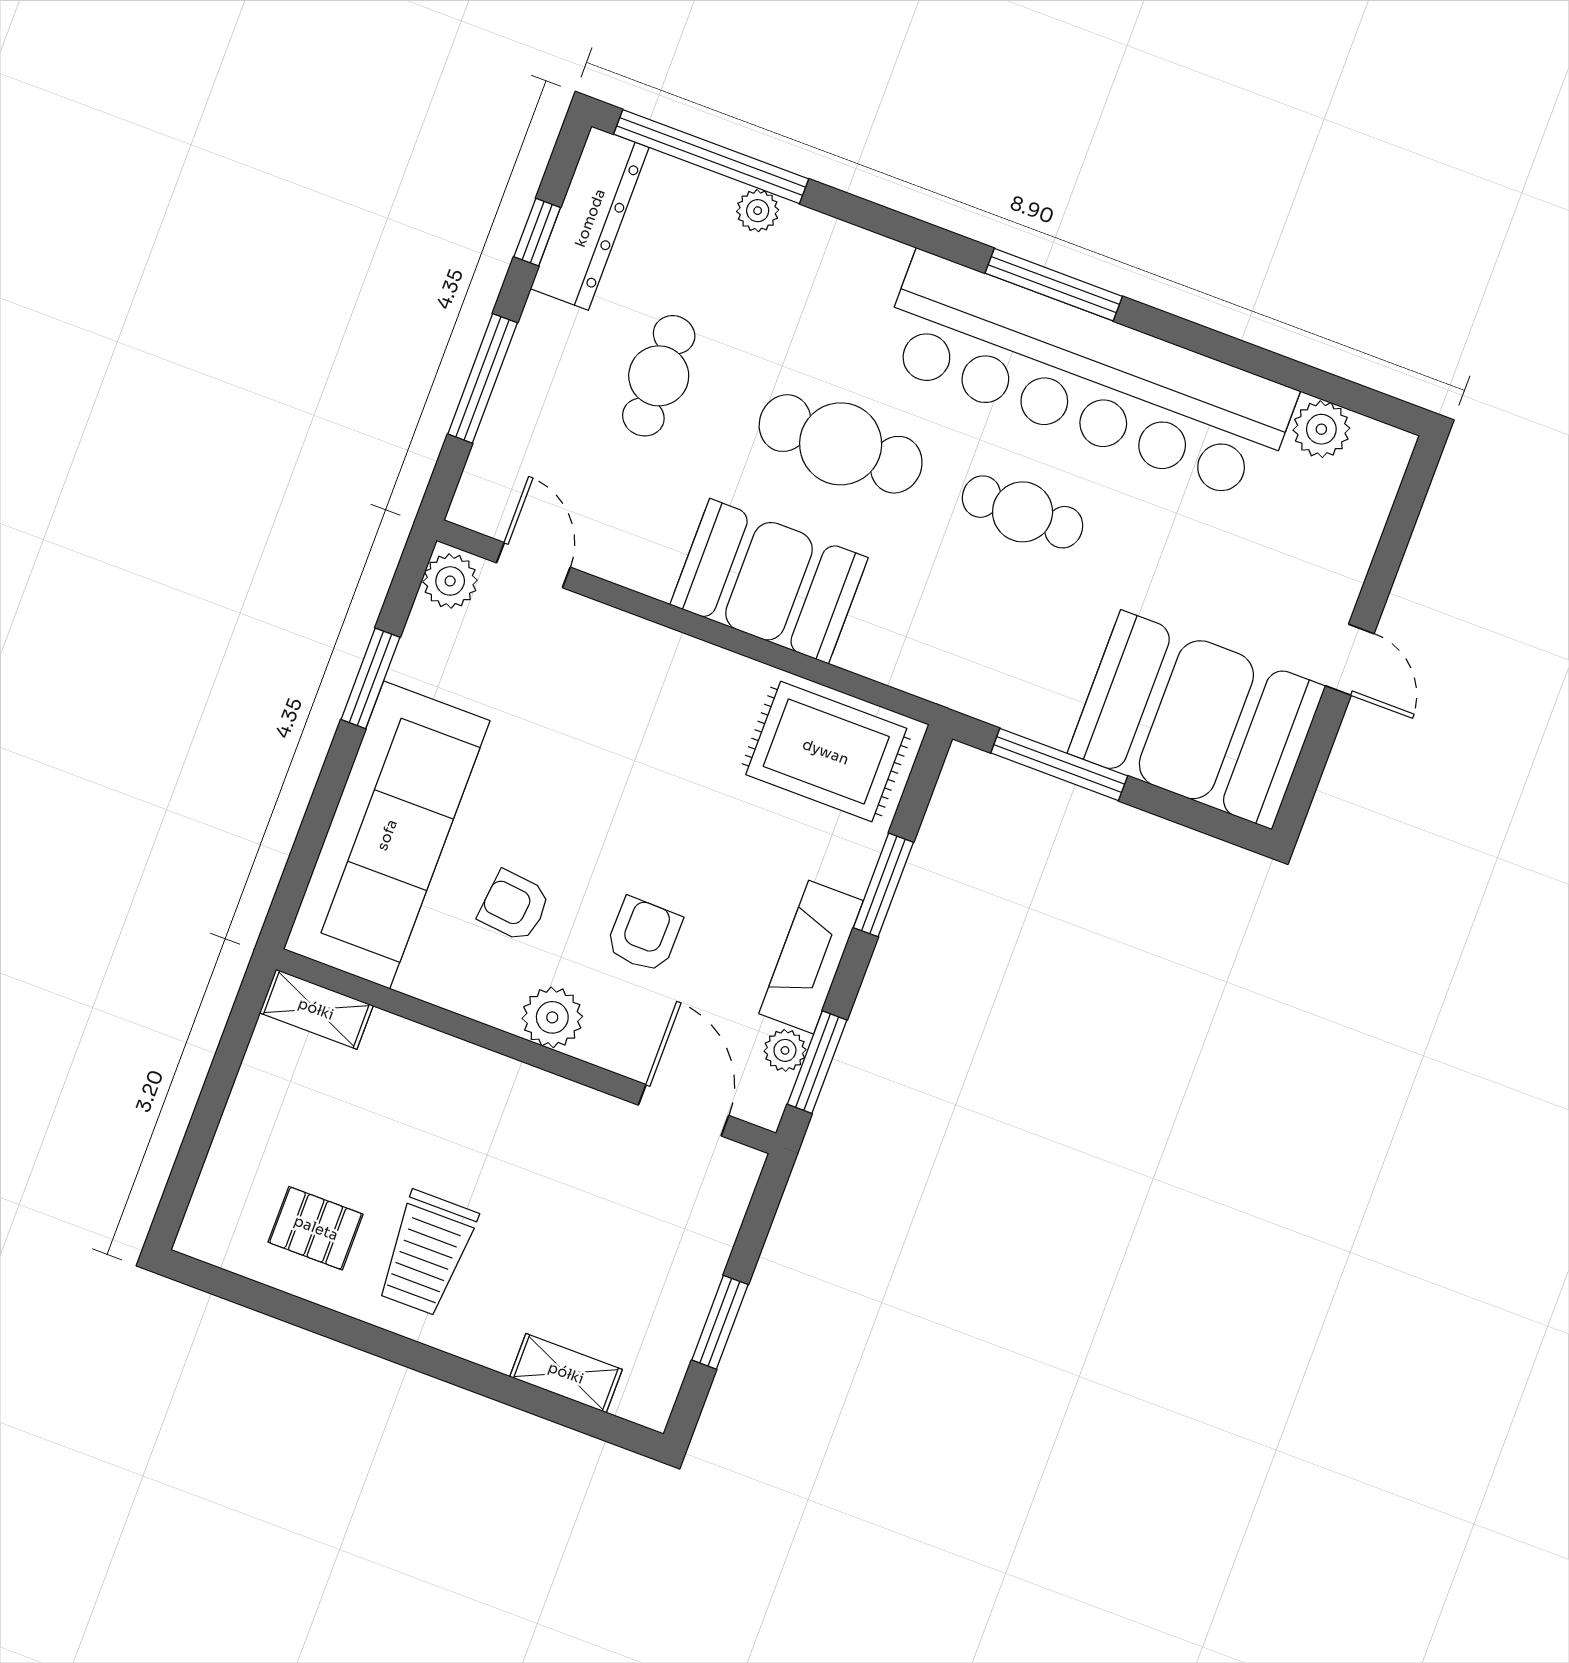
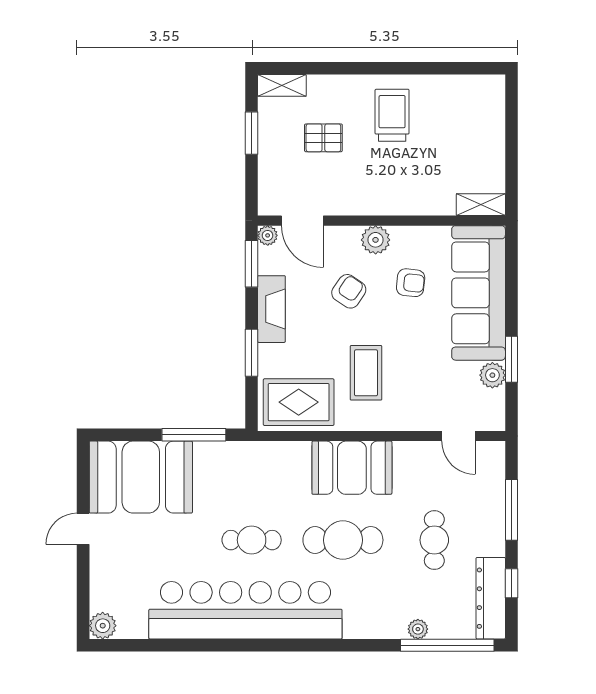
window: (1054, 285) -> (275, 645), removed
plant: (1321, 429) -> (103, 626), moved
plant: (450, 581) -> (492, 375), moved
door: (1350, 660) -> (83, 529), hinge flipped
coffee table: (670, 760) -> (366, 373), added
armchair: (644, 935) -> (349, 291), turned -147
plant: (785, 1050) -> (268, 235), moved
pallet: (316, 1228) -> (323, 138), moved
shelving: (566, 1373) -> (282, 85), moved

